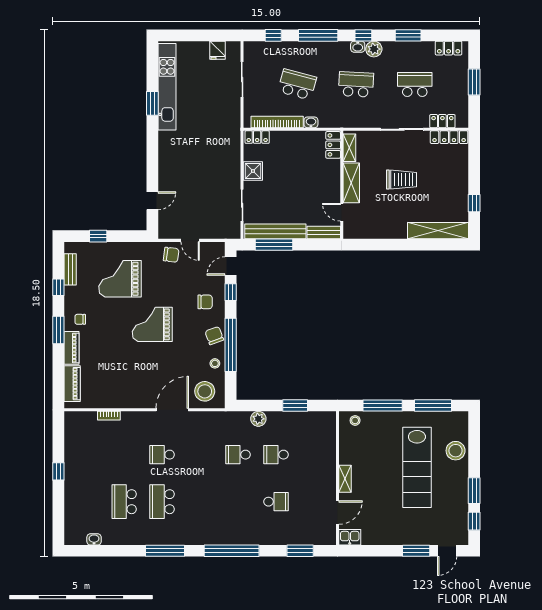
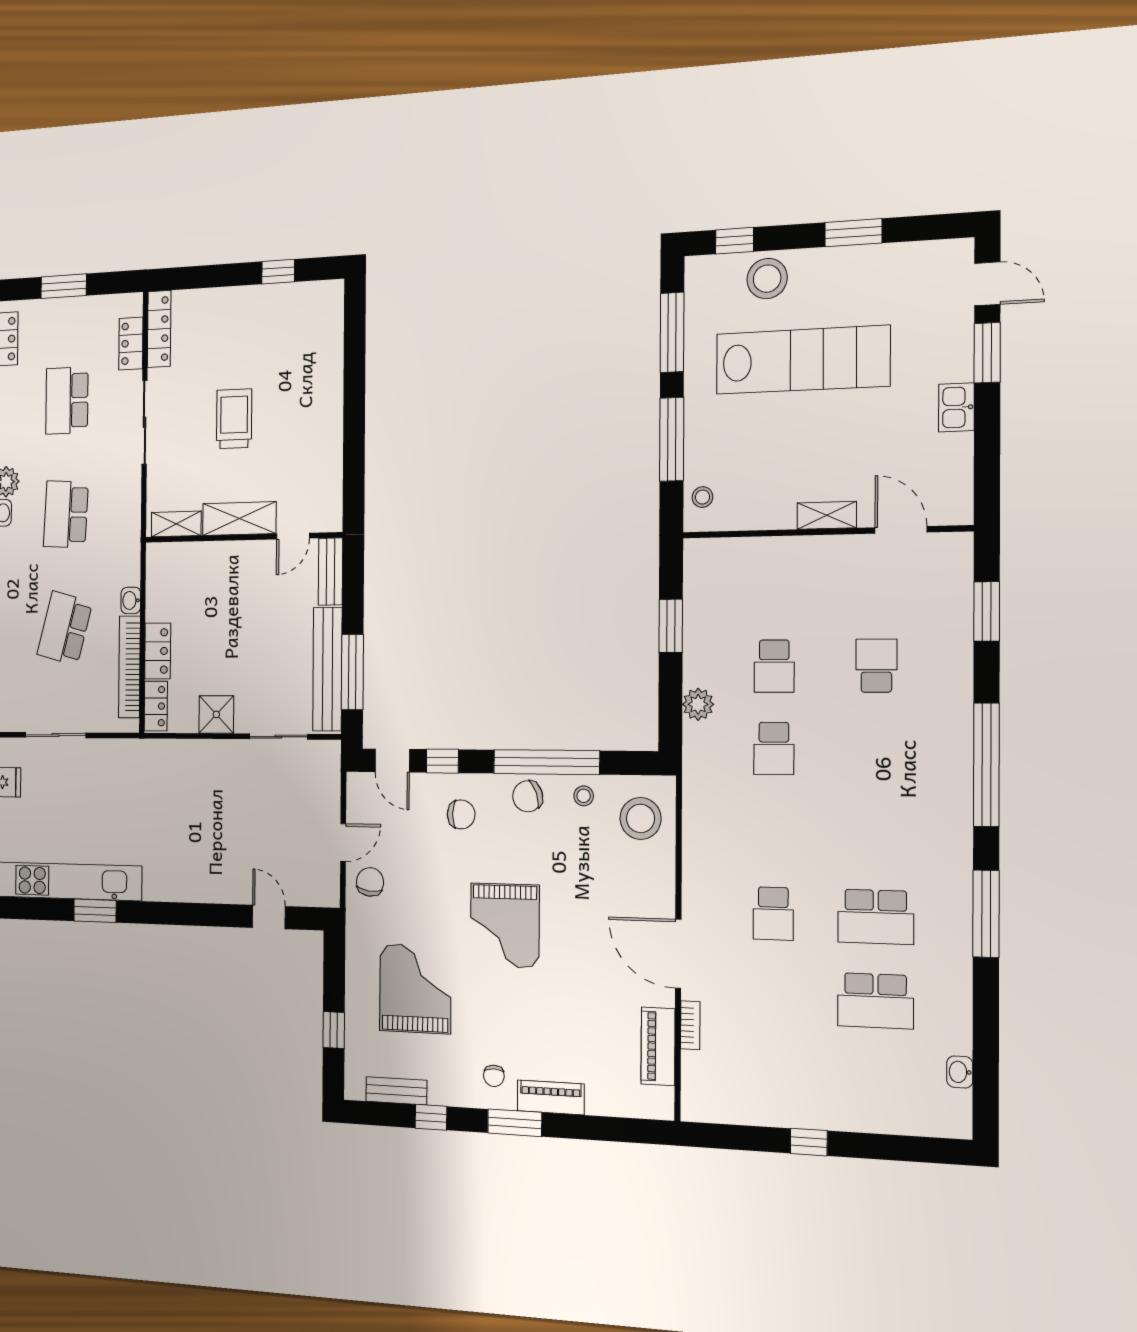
locker: (333, 145) -> (158, 651), moved, turned -90
shelving: (438, 231) -> (328, 341), removed
grand piano: (120, 279) -> (415, 989), turned 180
chair: (205, 302) -> (461, 814), turned 90
piano: (72, 384) -> (658, 1046), moved, turned -90
door: (172, 410) -> (678, 954), moved
window: (474, 521) -> (735, 241), moved
kitchen sink: (350, 537) -> (956, 407), moved

